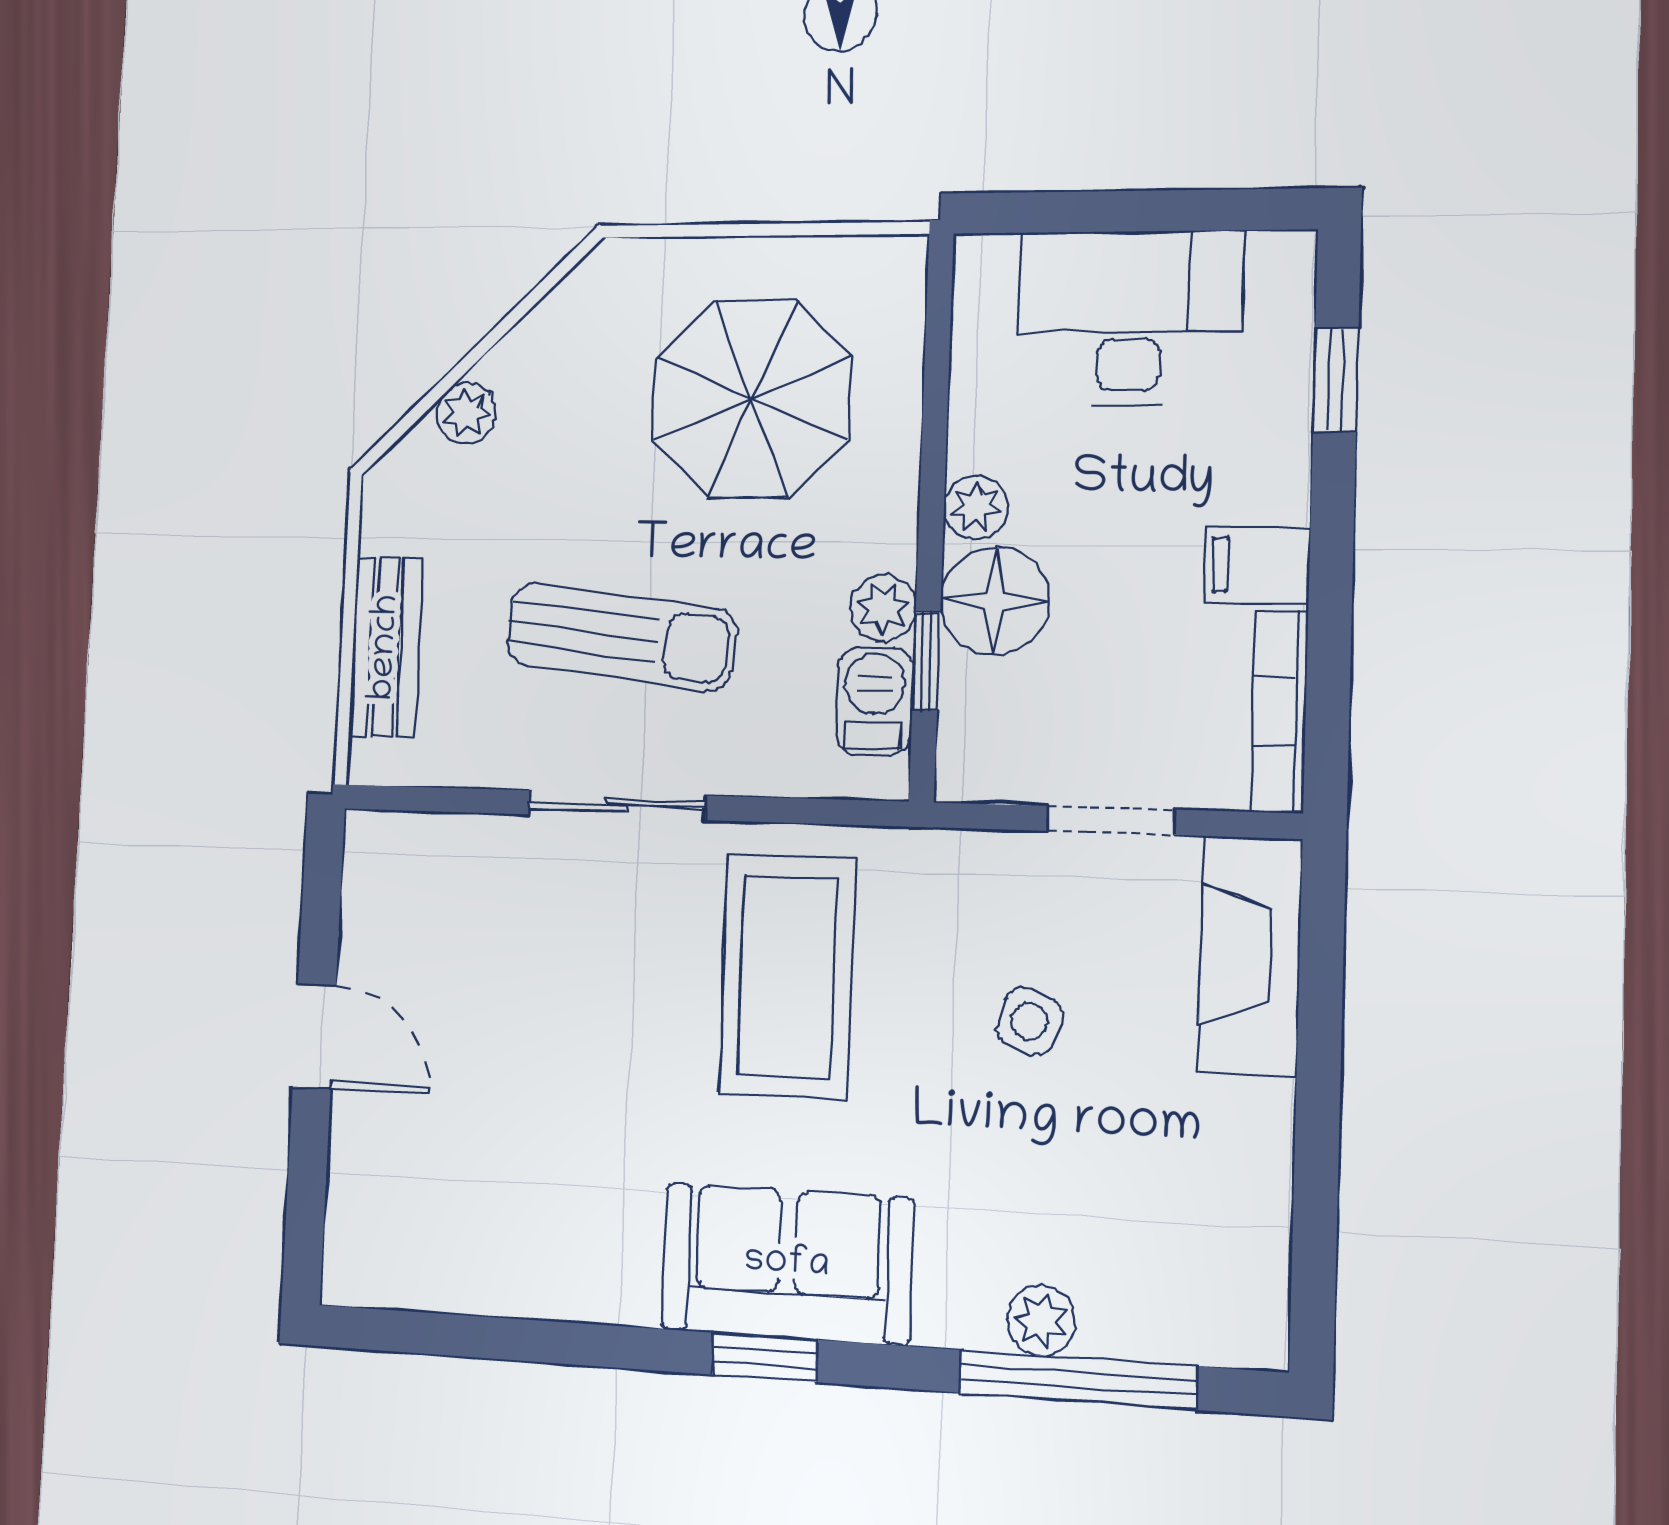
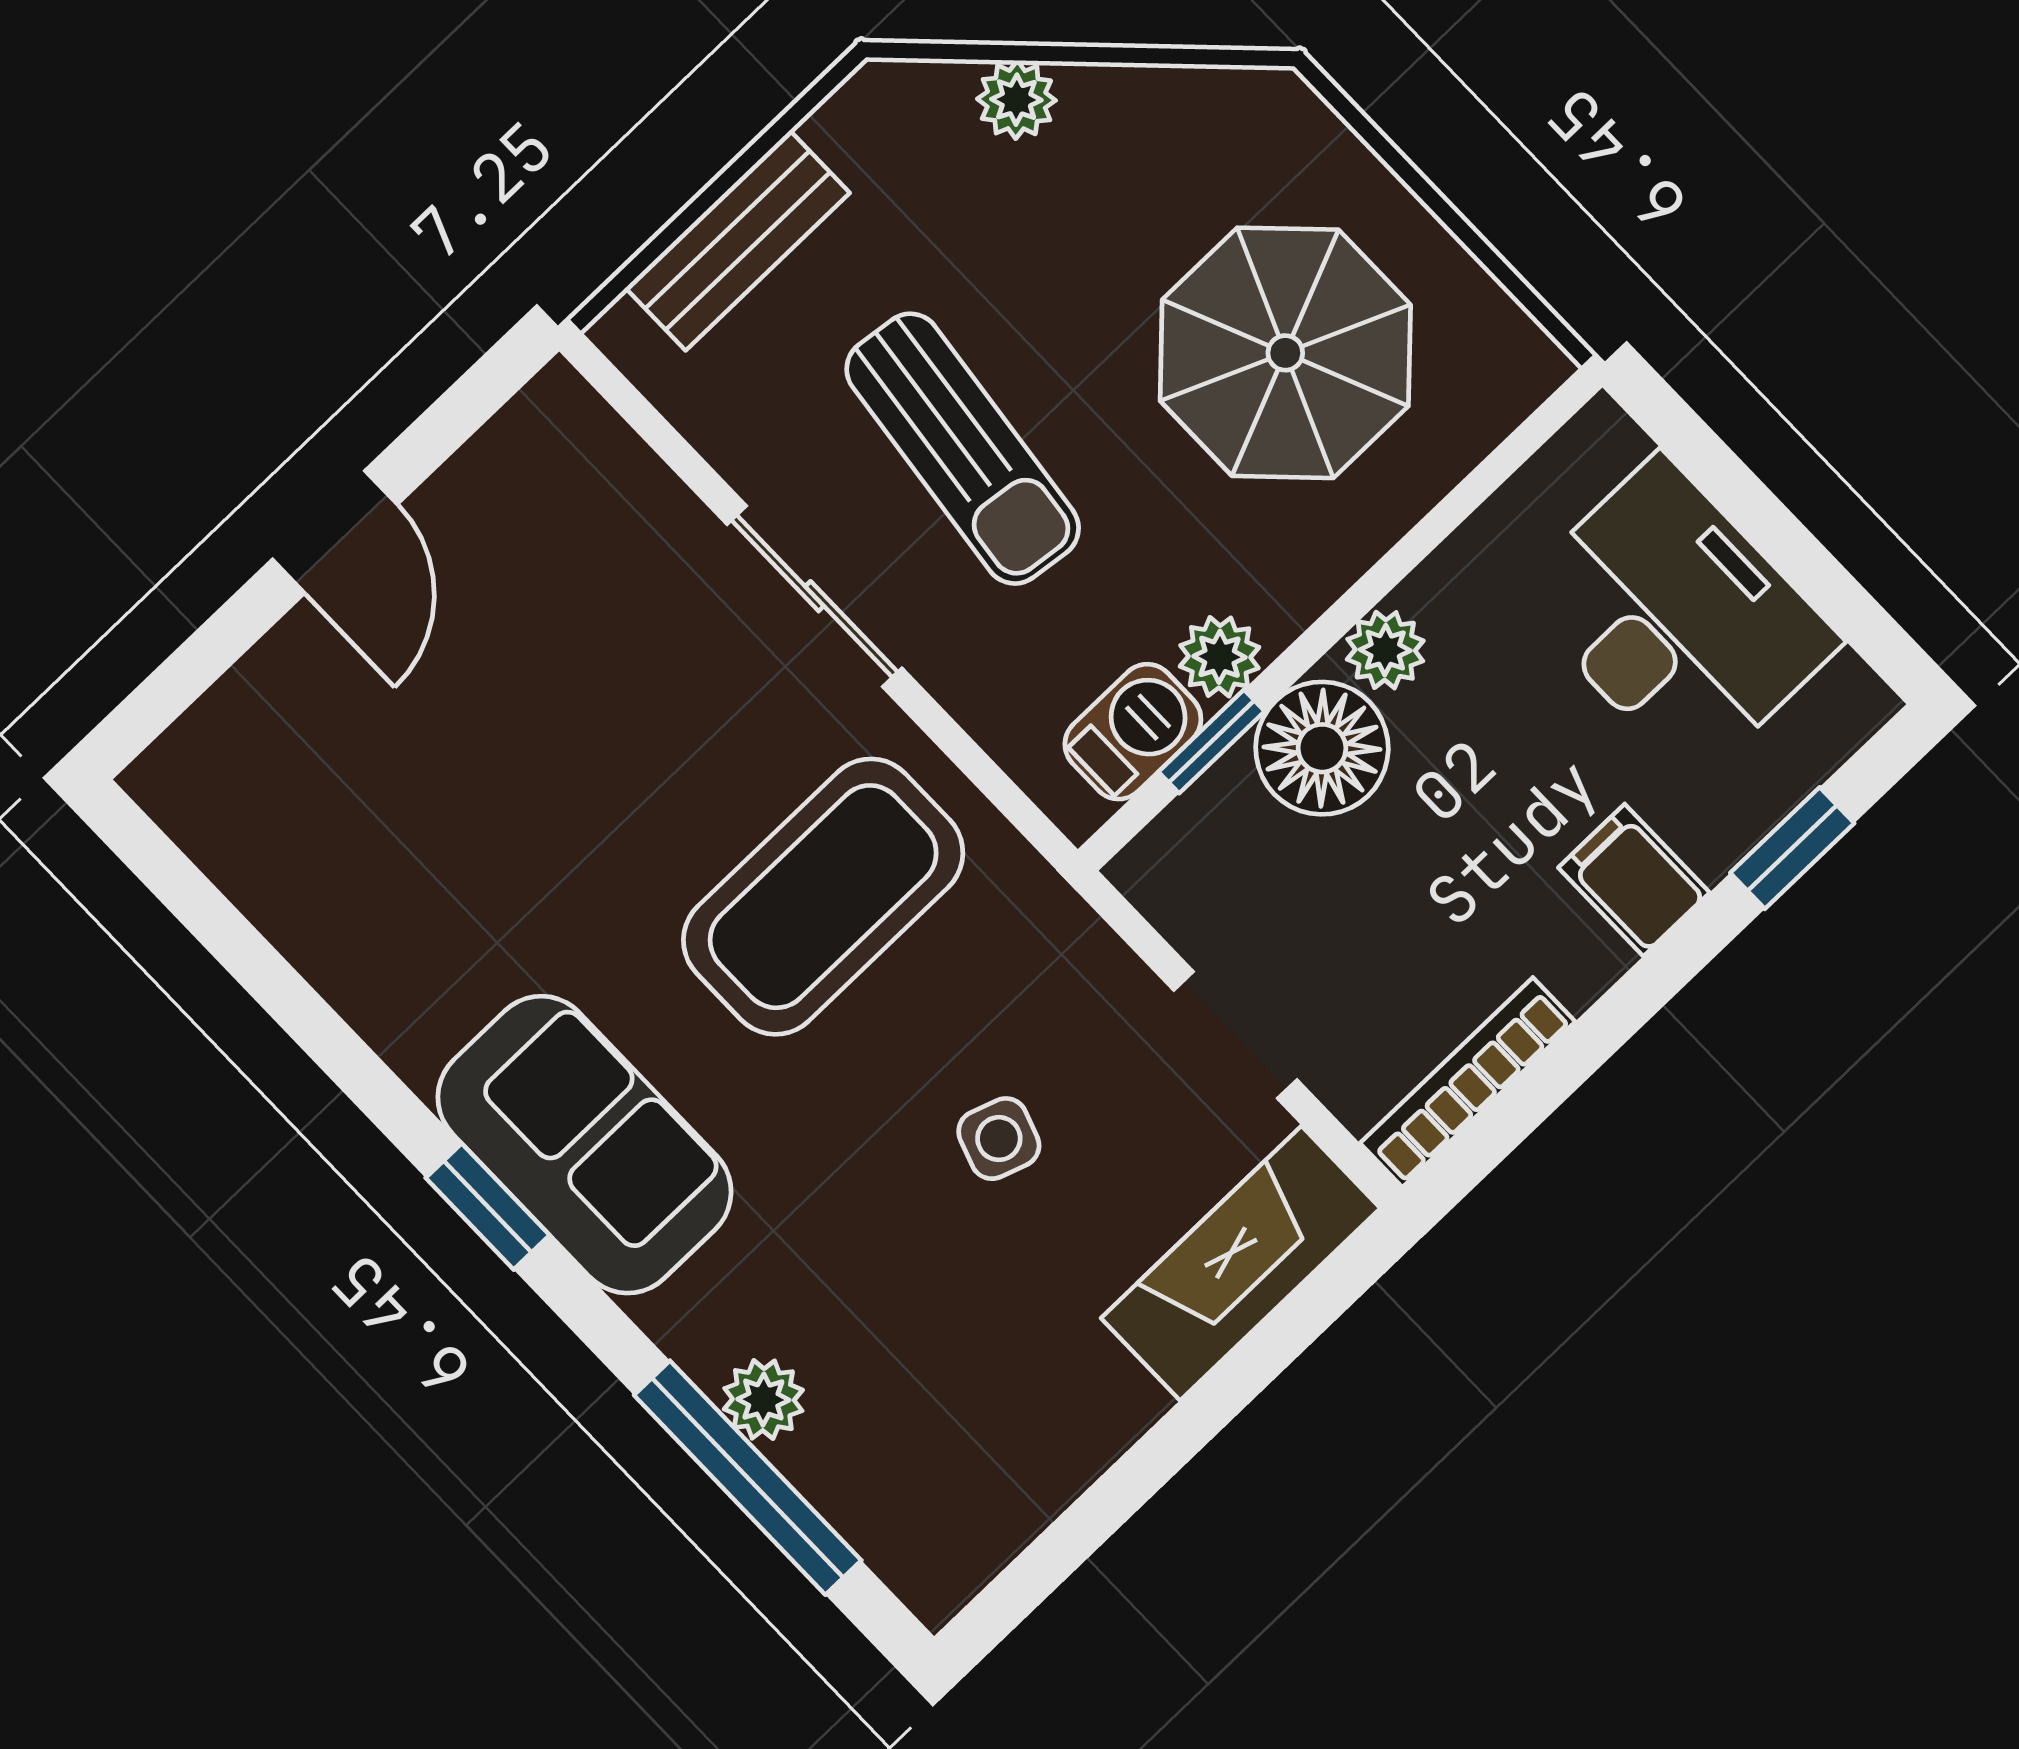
filing cabinet: (1257, 565) -> (1634, 880), moved

